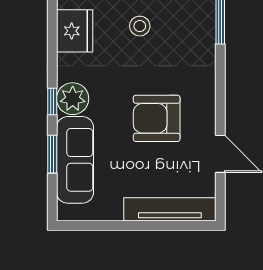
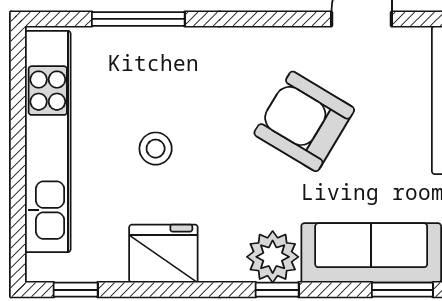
armchair: (157, 118) -> (304, 121), turned 121
window: (52, 154) -> (402, 290), moved

